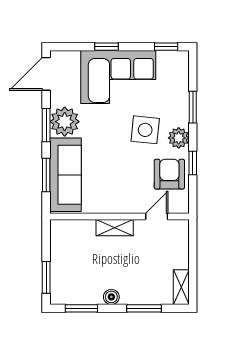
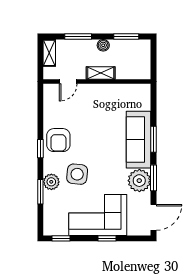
plant: (179, 138) -> (51, 182), moved
wall: (119, 217) -> (97, 82), moved
door: (157, 217) -> (68, 82), moved
shelving: (115, 228) -> (101, 73), moved
window: (46, 277) -> (154, 60), removed

